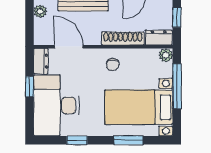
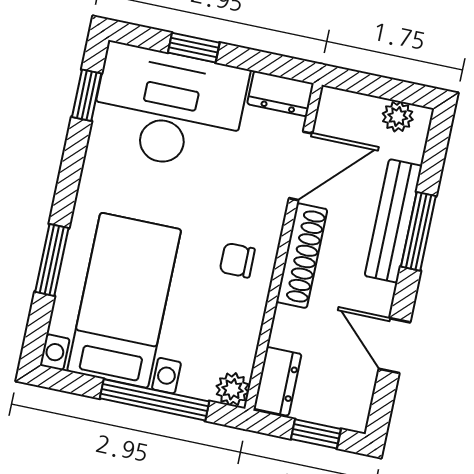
shoe rack: (123, 38) -> (302, 256), moved
window: (30, 87) -> (194, 48), moved
window: (77, 140) -> (87, 95), moved

